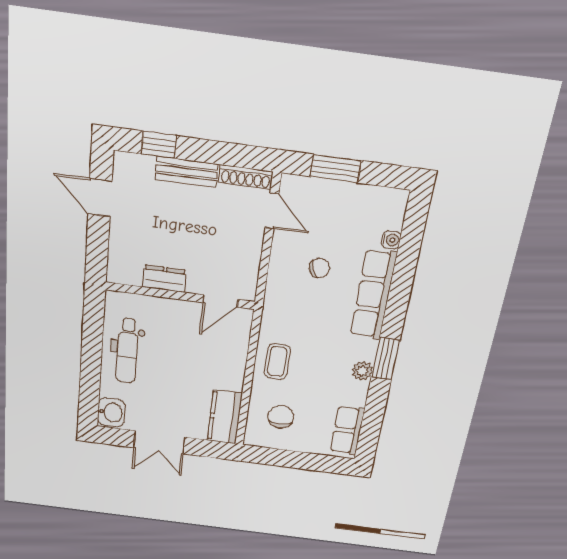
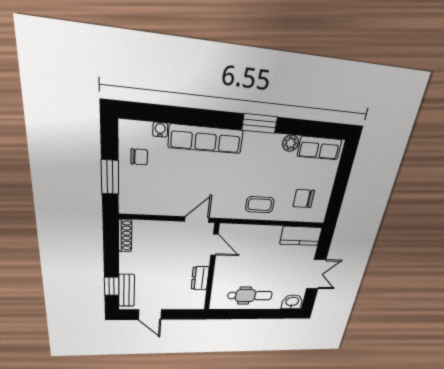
bench: (187, 172) -> (127, 291), moved
door: (100, 197) -> (150, 315), hinge flipped
door: (272, 211) -> (197, 220), moved
chair: (319, 268) -> (139, 157), moved, turned 112
plant: (362, 371) -> (291, 143), moved

